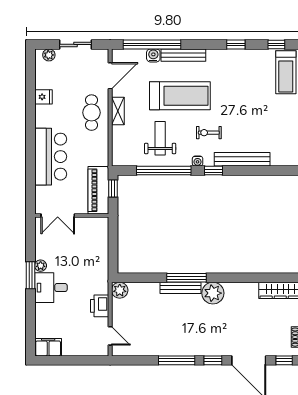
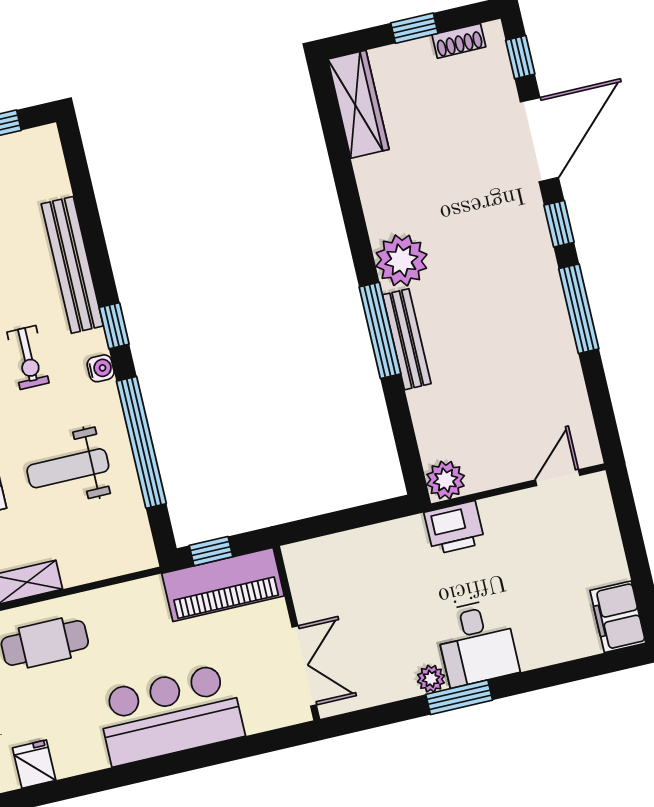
printer: (100, 306) -> (454, 528), moved

